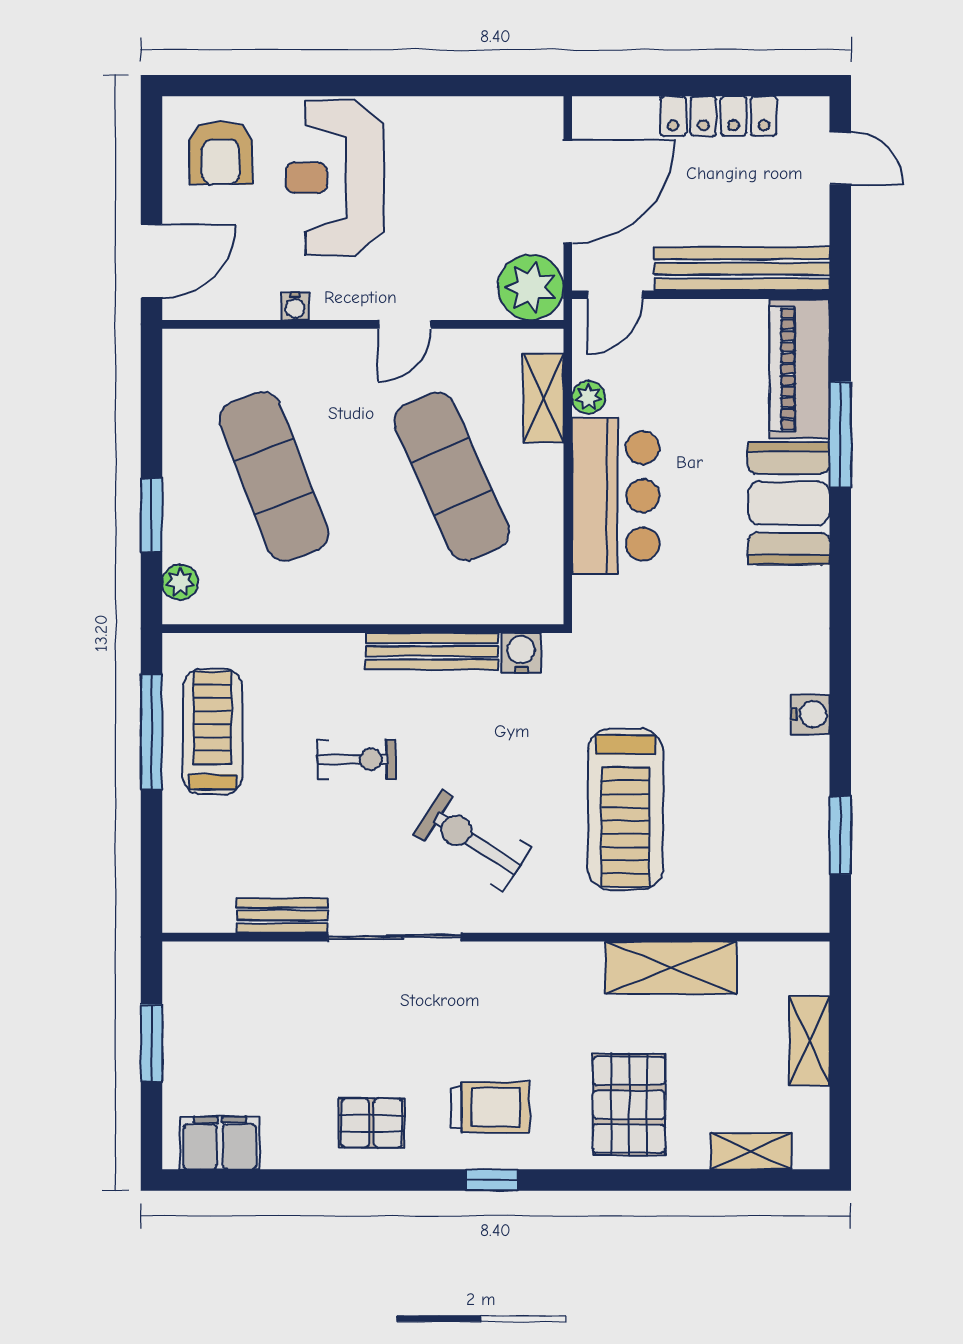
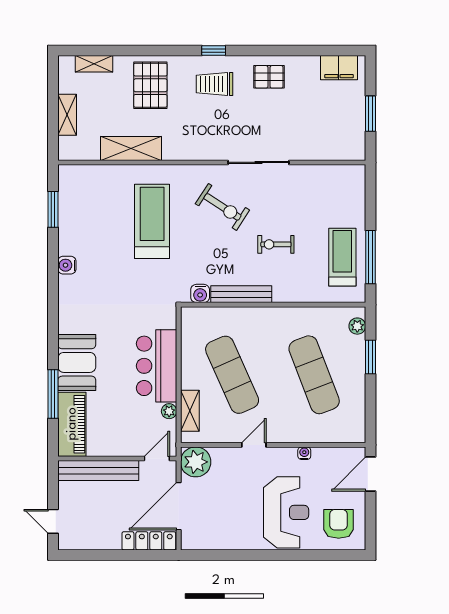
locker: (718, 116) -> (149, 541), moved
treadmill: (213, 732) -> (342, 257), turned 180
bench: (282, 915) -> (310, 172), removed

